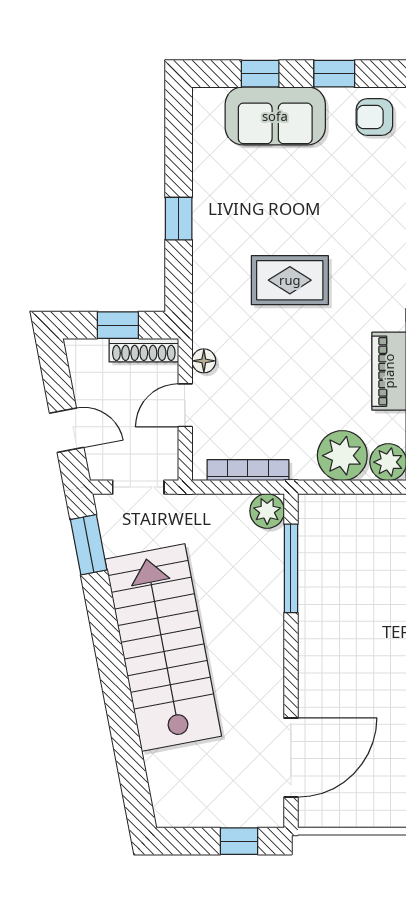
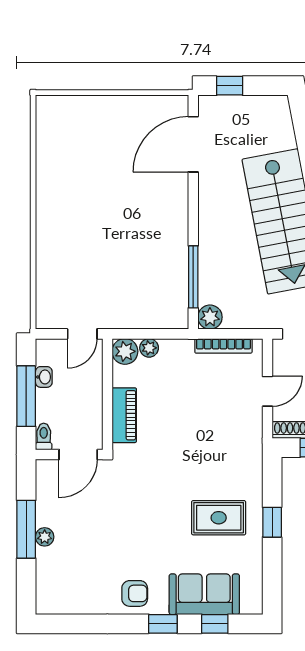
rug: (290, 280) -> (219, 518), moved
floor lamp: (204, 361) -> (254, 422), removed
plant: (342, 456) -> (149, 348), width x0.53, depth x0.53

